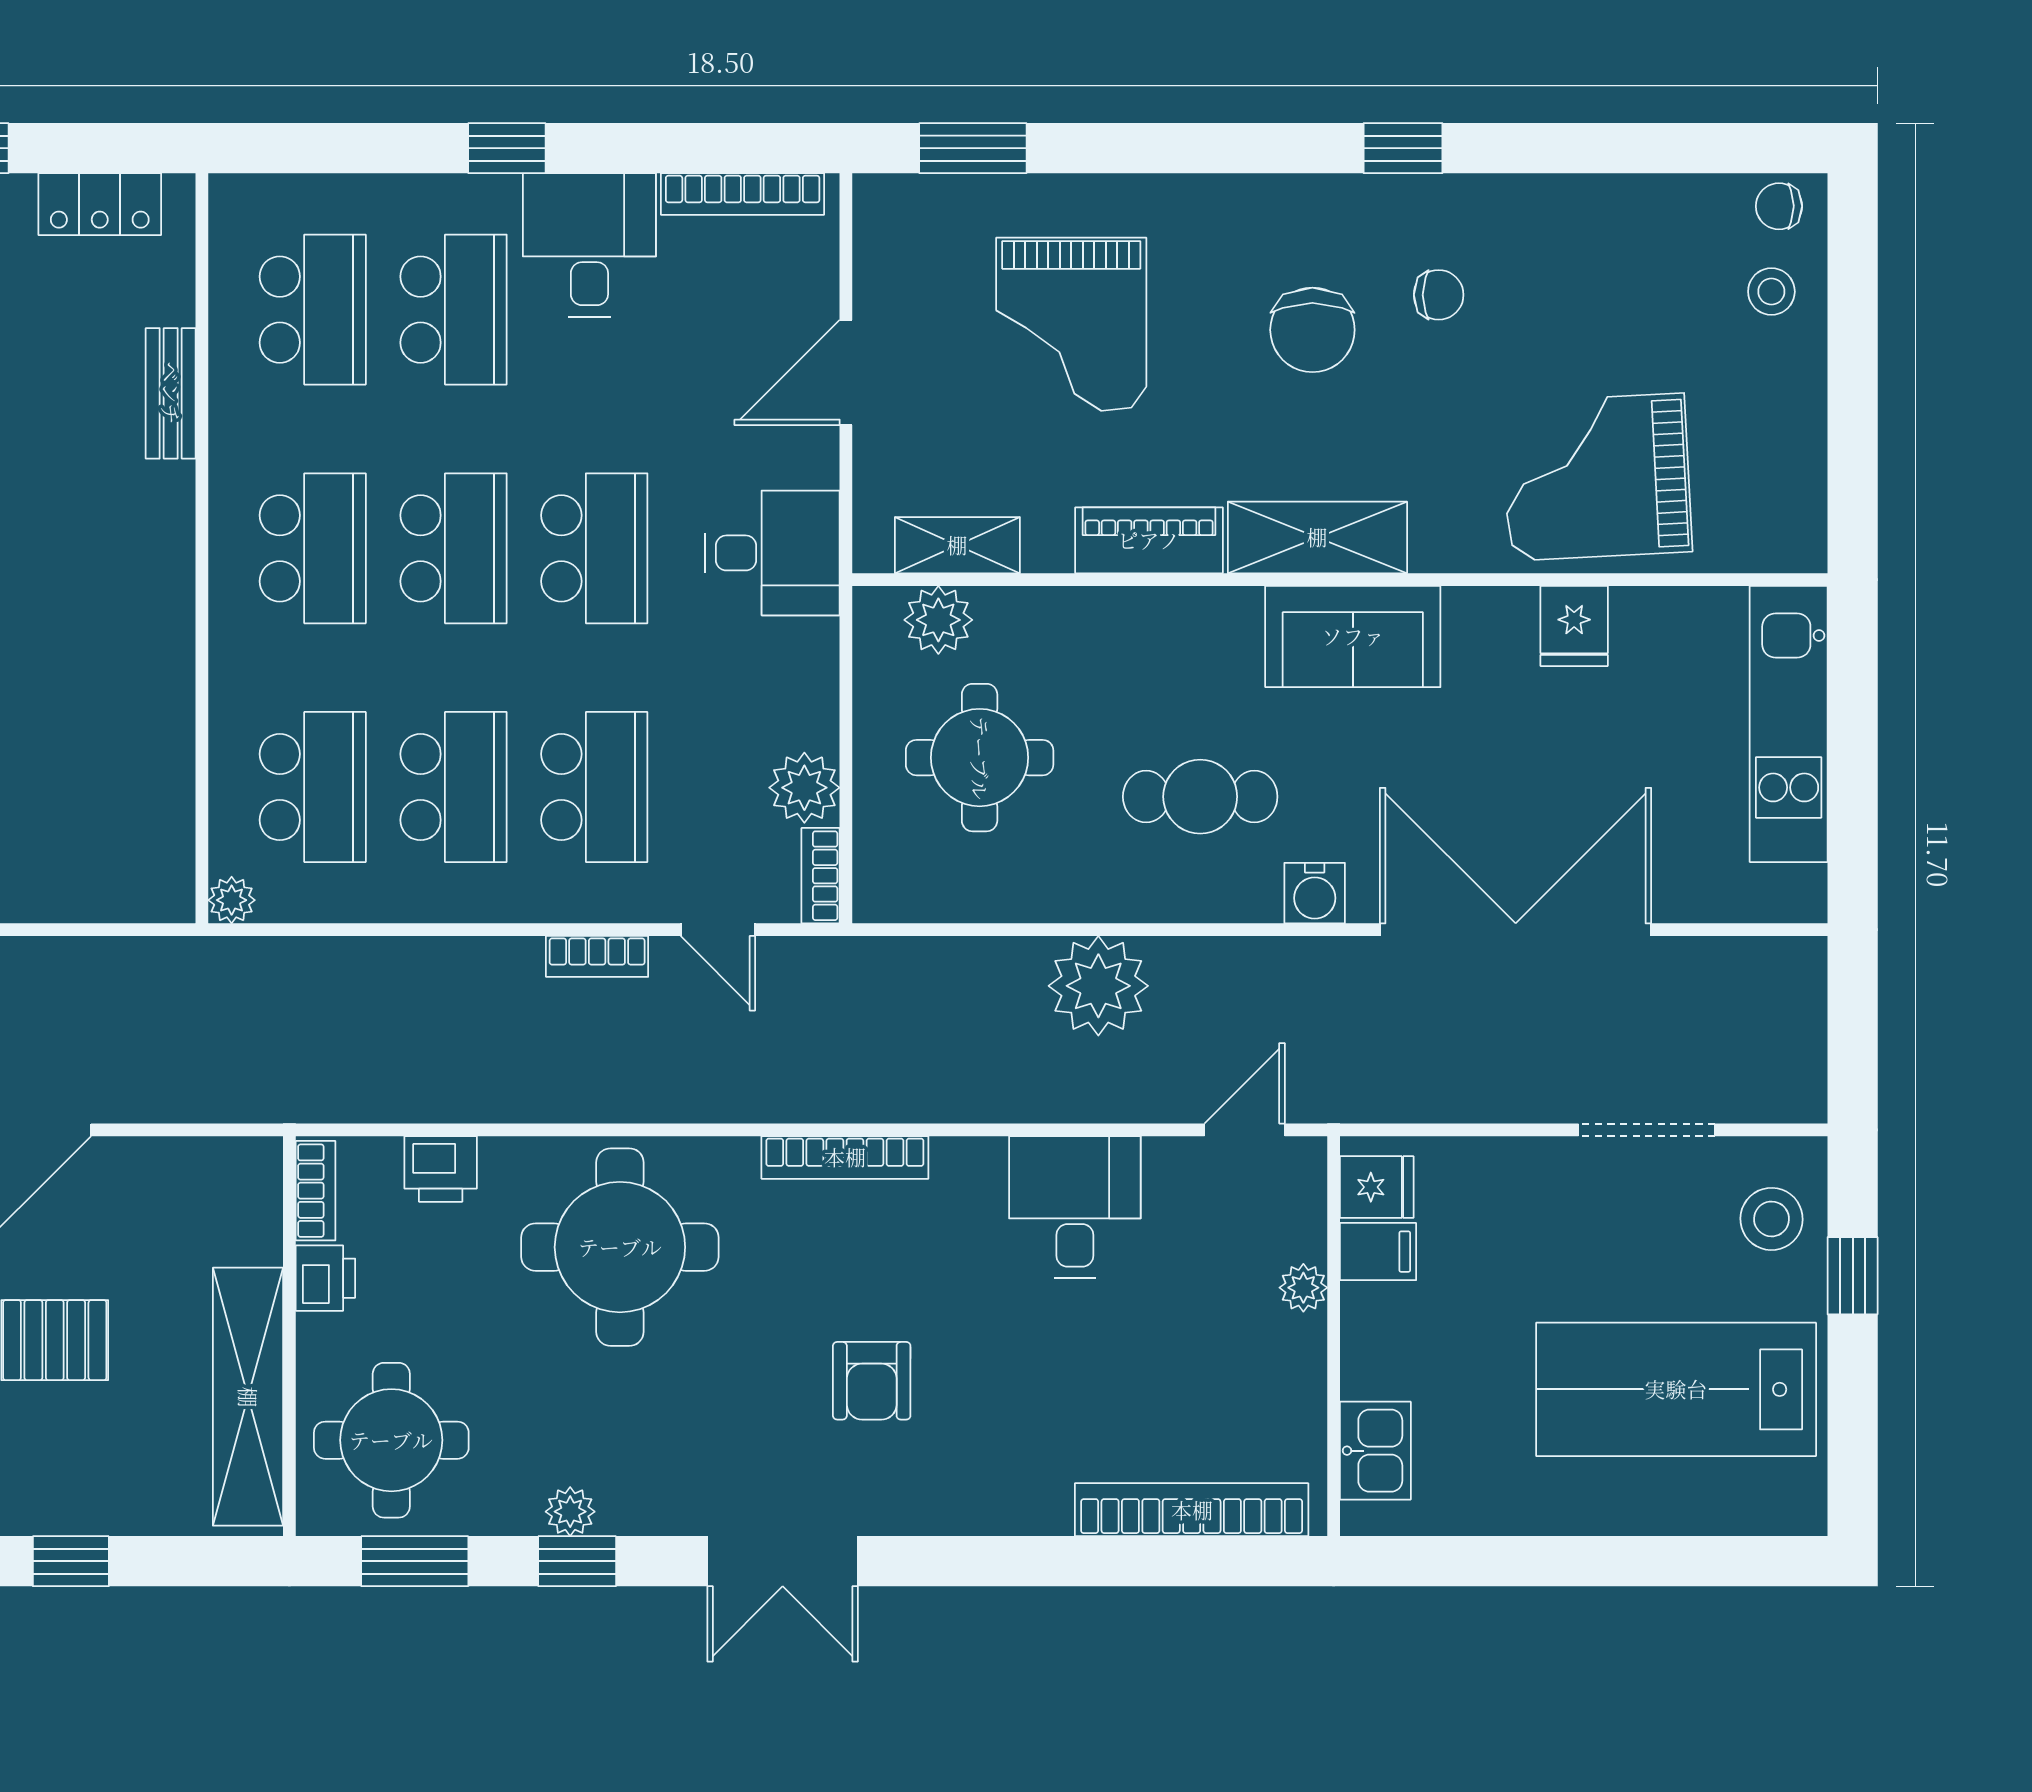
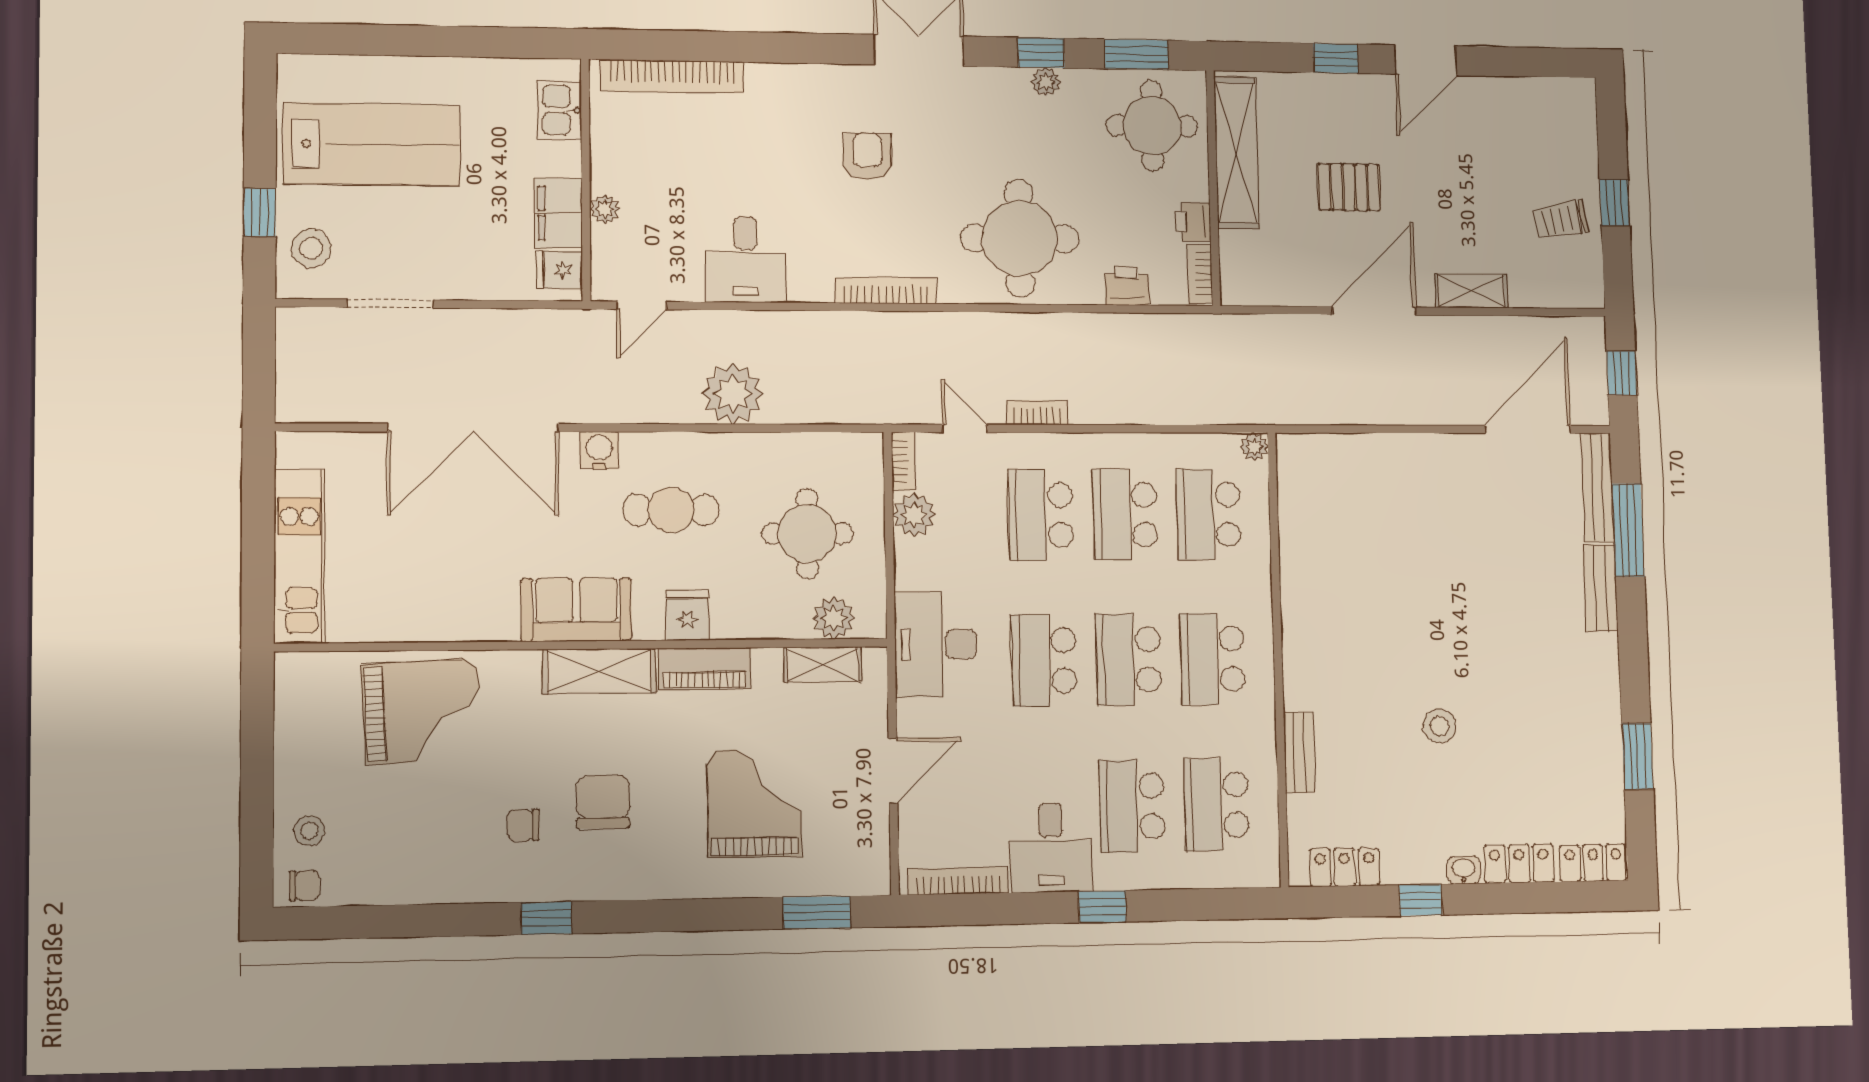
desk: (772, 553) -> (936, 644), width x1.37
fridge: (1574, 626) -> (687, 615), moved
filing cabinet: (1378, 1252) -> (558, 213), width x2.00

